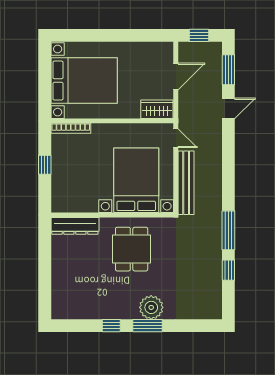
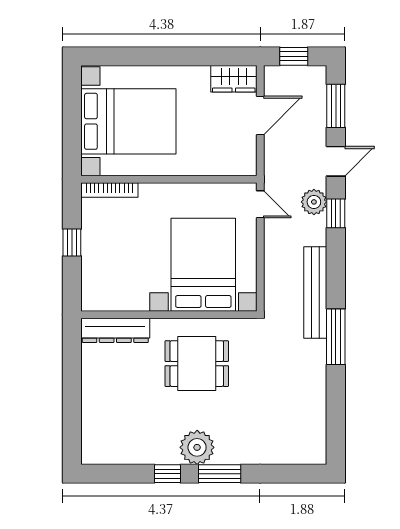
wardrobe: (157, 109) -> (234, 79), moved, turned 180
plant: (213, 137) -> (314, 202), added
bench: (186, 183) -> (315, 292), moved
dining table: (132, 249) -> (197, 364), turned 90
window: (228, 270) -> (336, 213), moved
plant: (151, 307) -> (197, 447), moved

